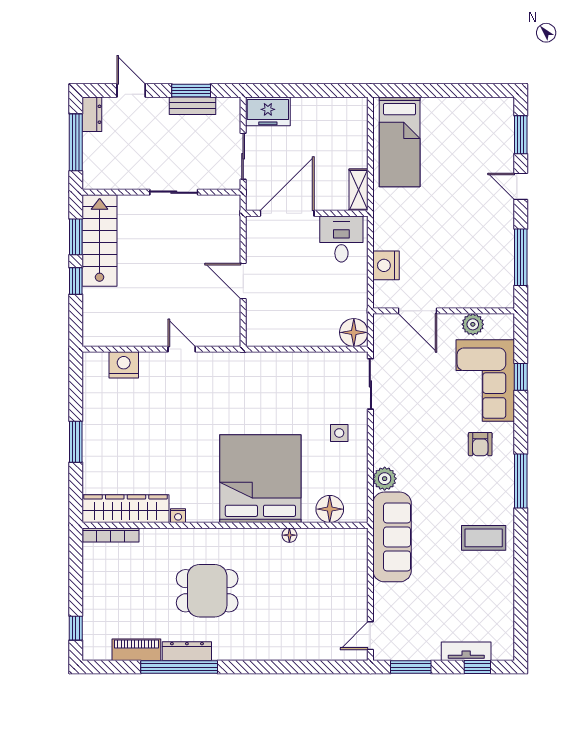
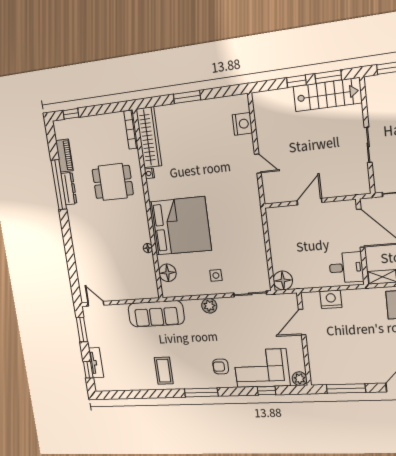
plant: (473, 324) -> (300, 379), moved
door: (182, 349) -> (258, 163), hinge flipped
plant: (385, 479) -> (209, 306), moved
dining table: (207, 591) -> (113, 182), moved, turned 90

